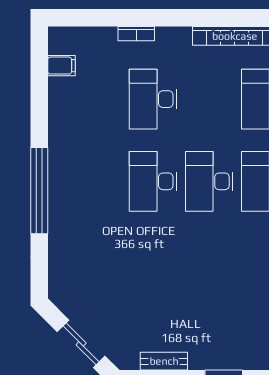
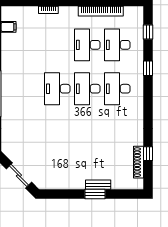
desk: (153, 99) -> (87, 45), moved
bench: (164, 361) -> (98, 185), moved

